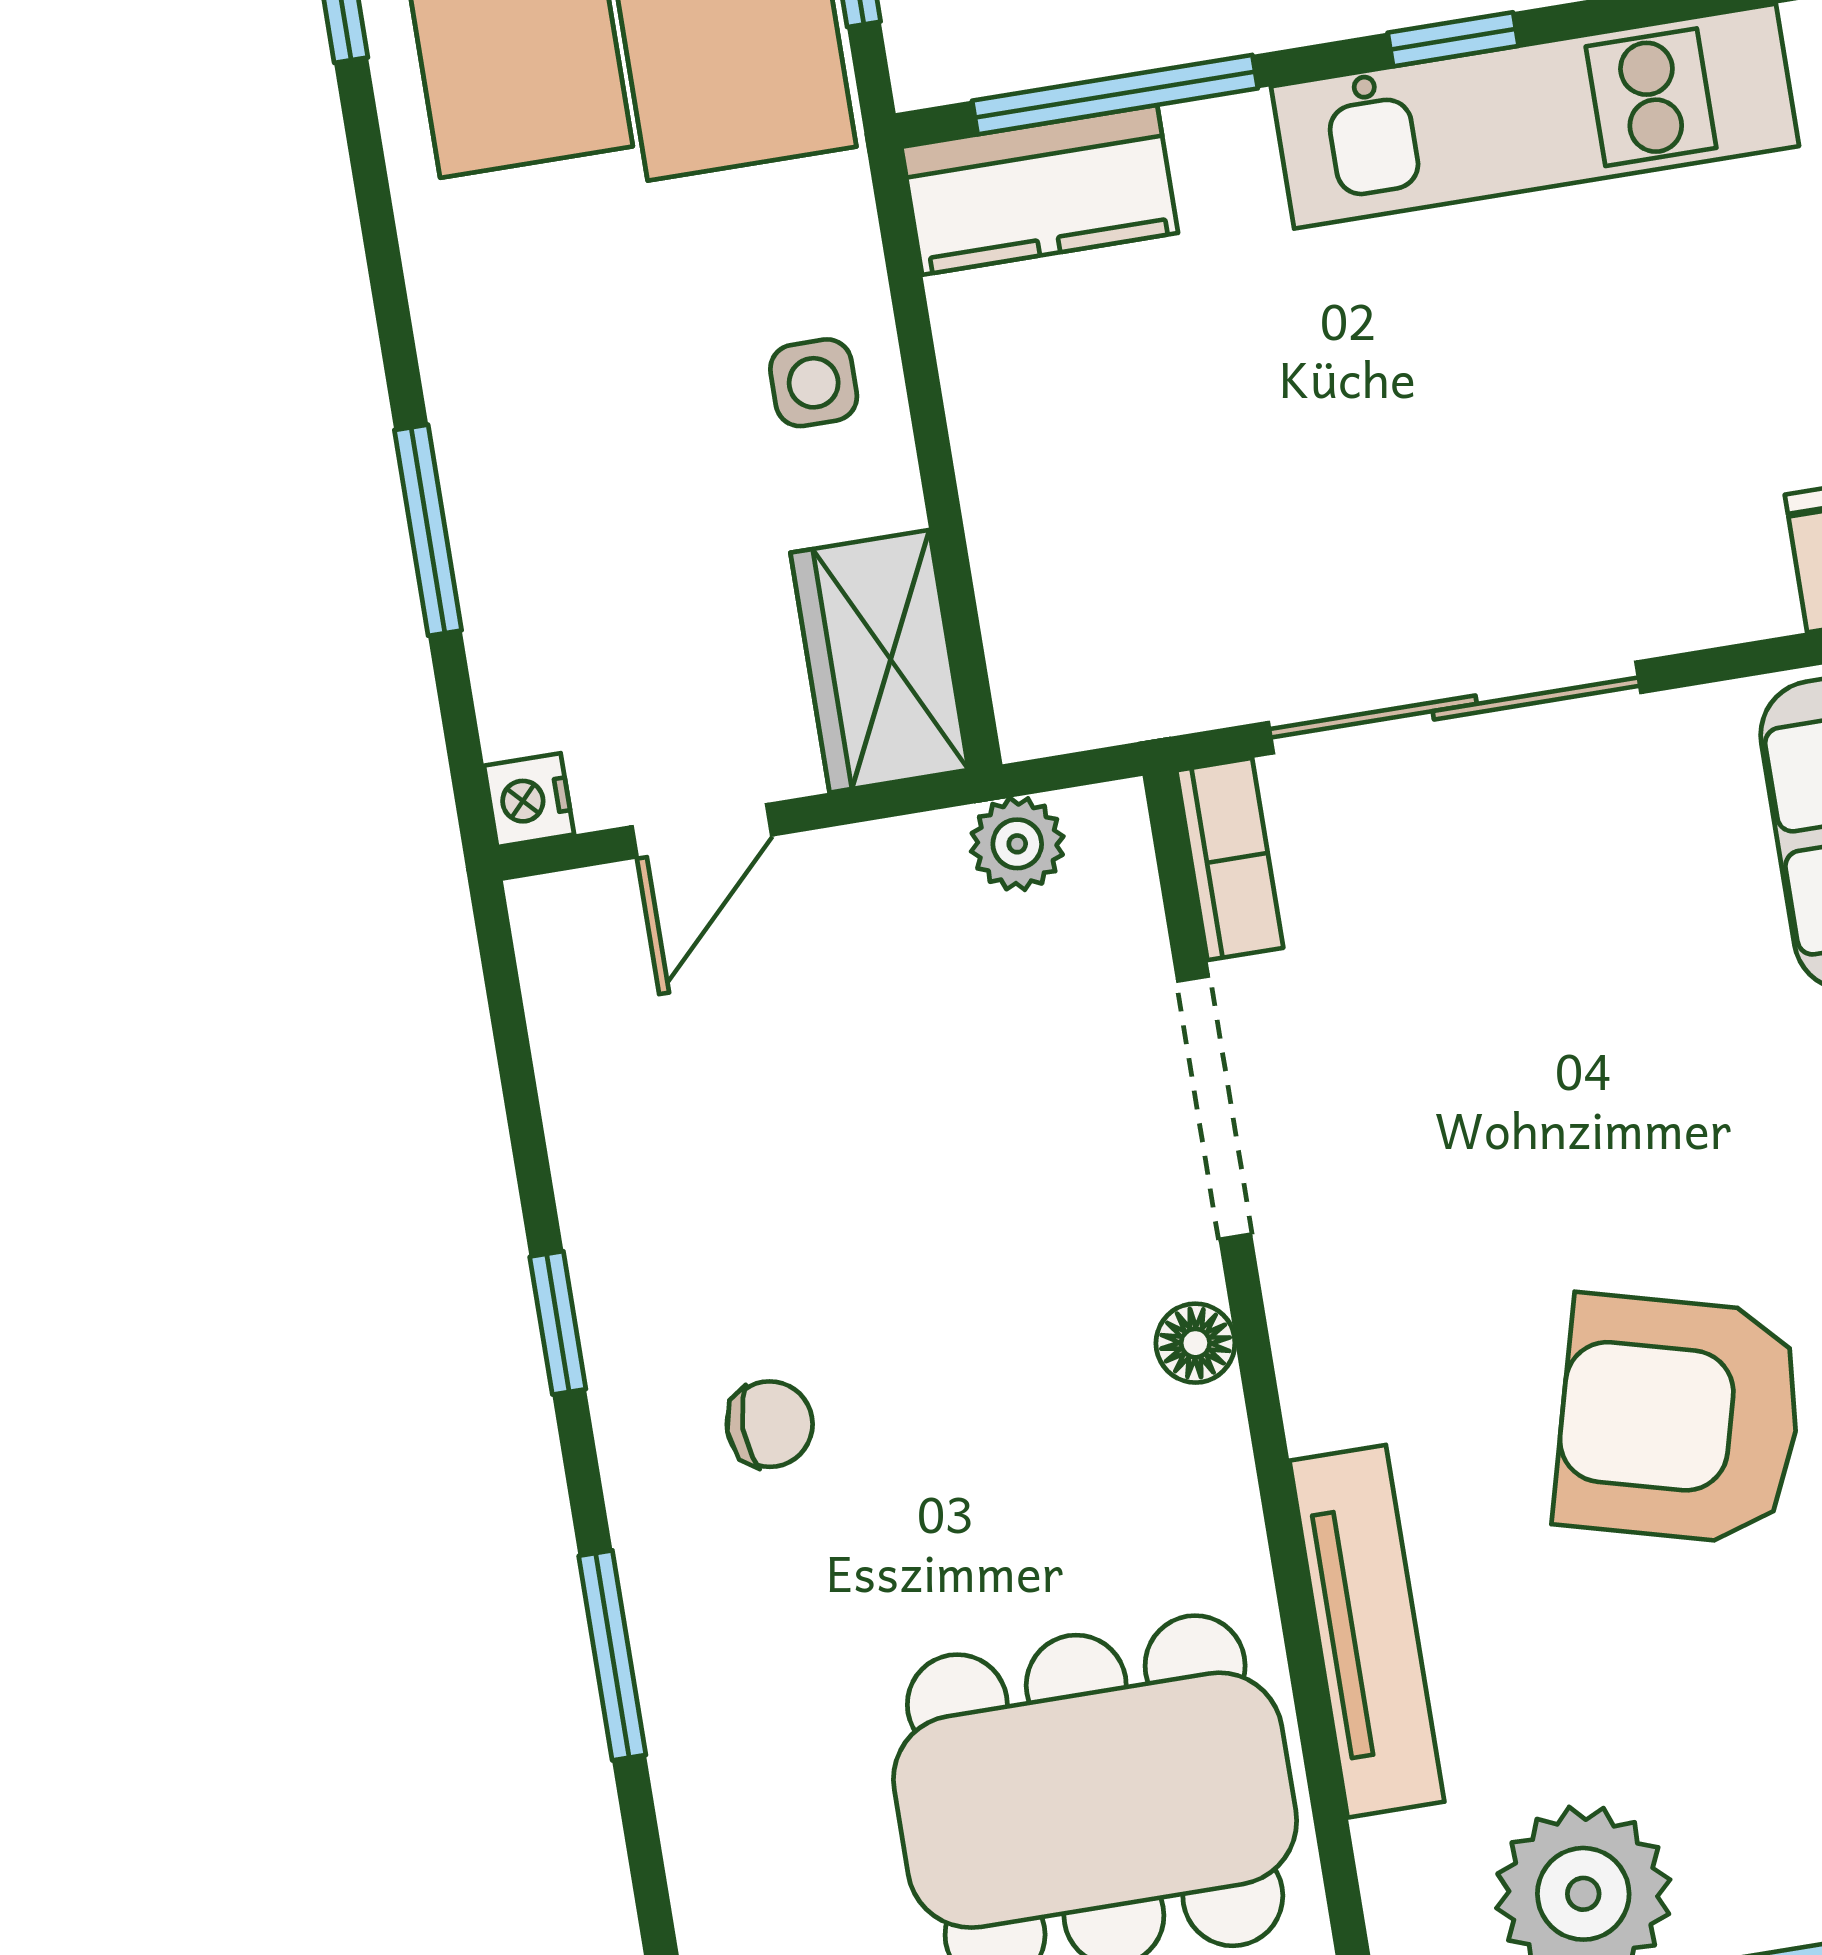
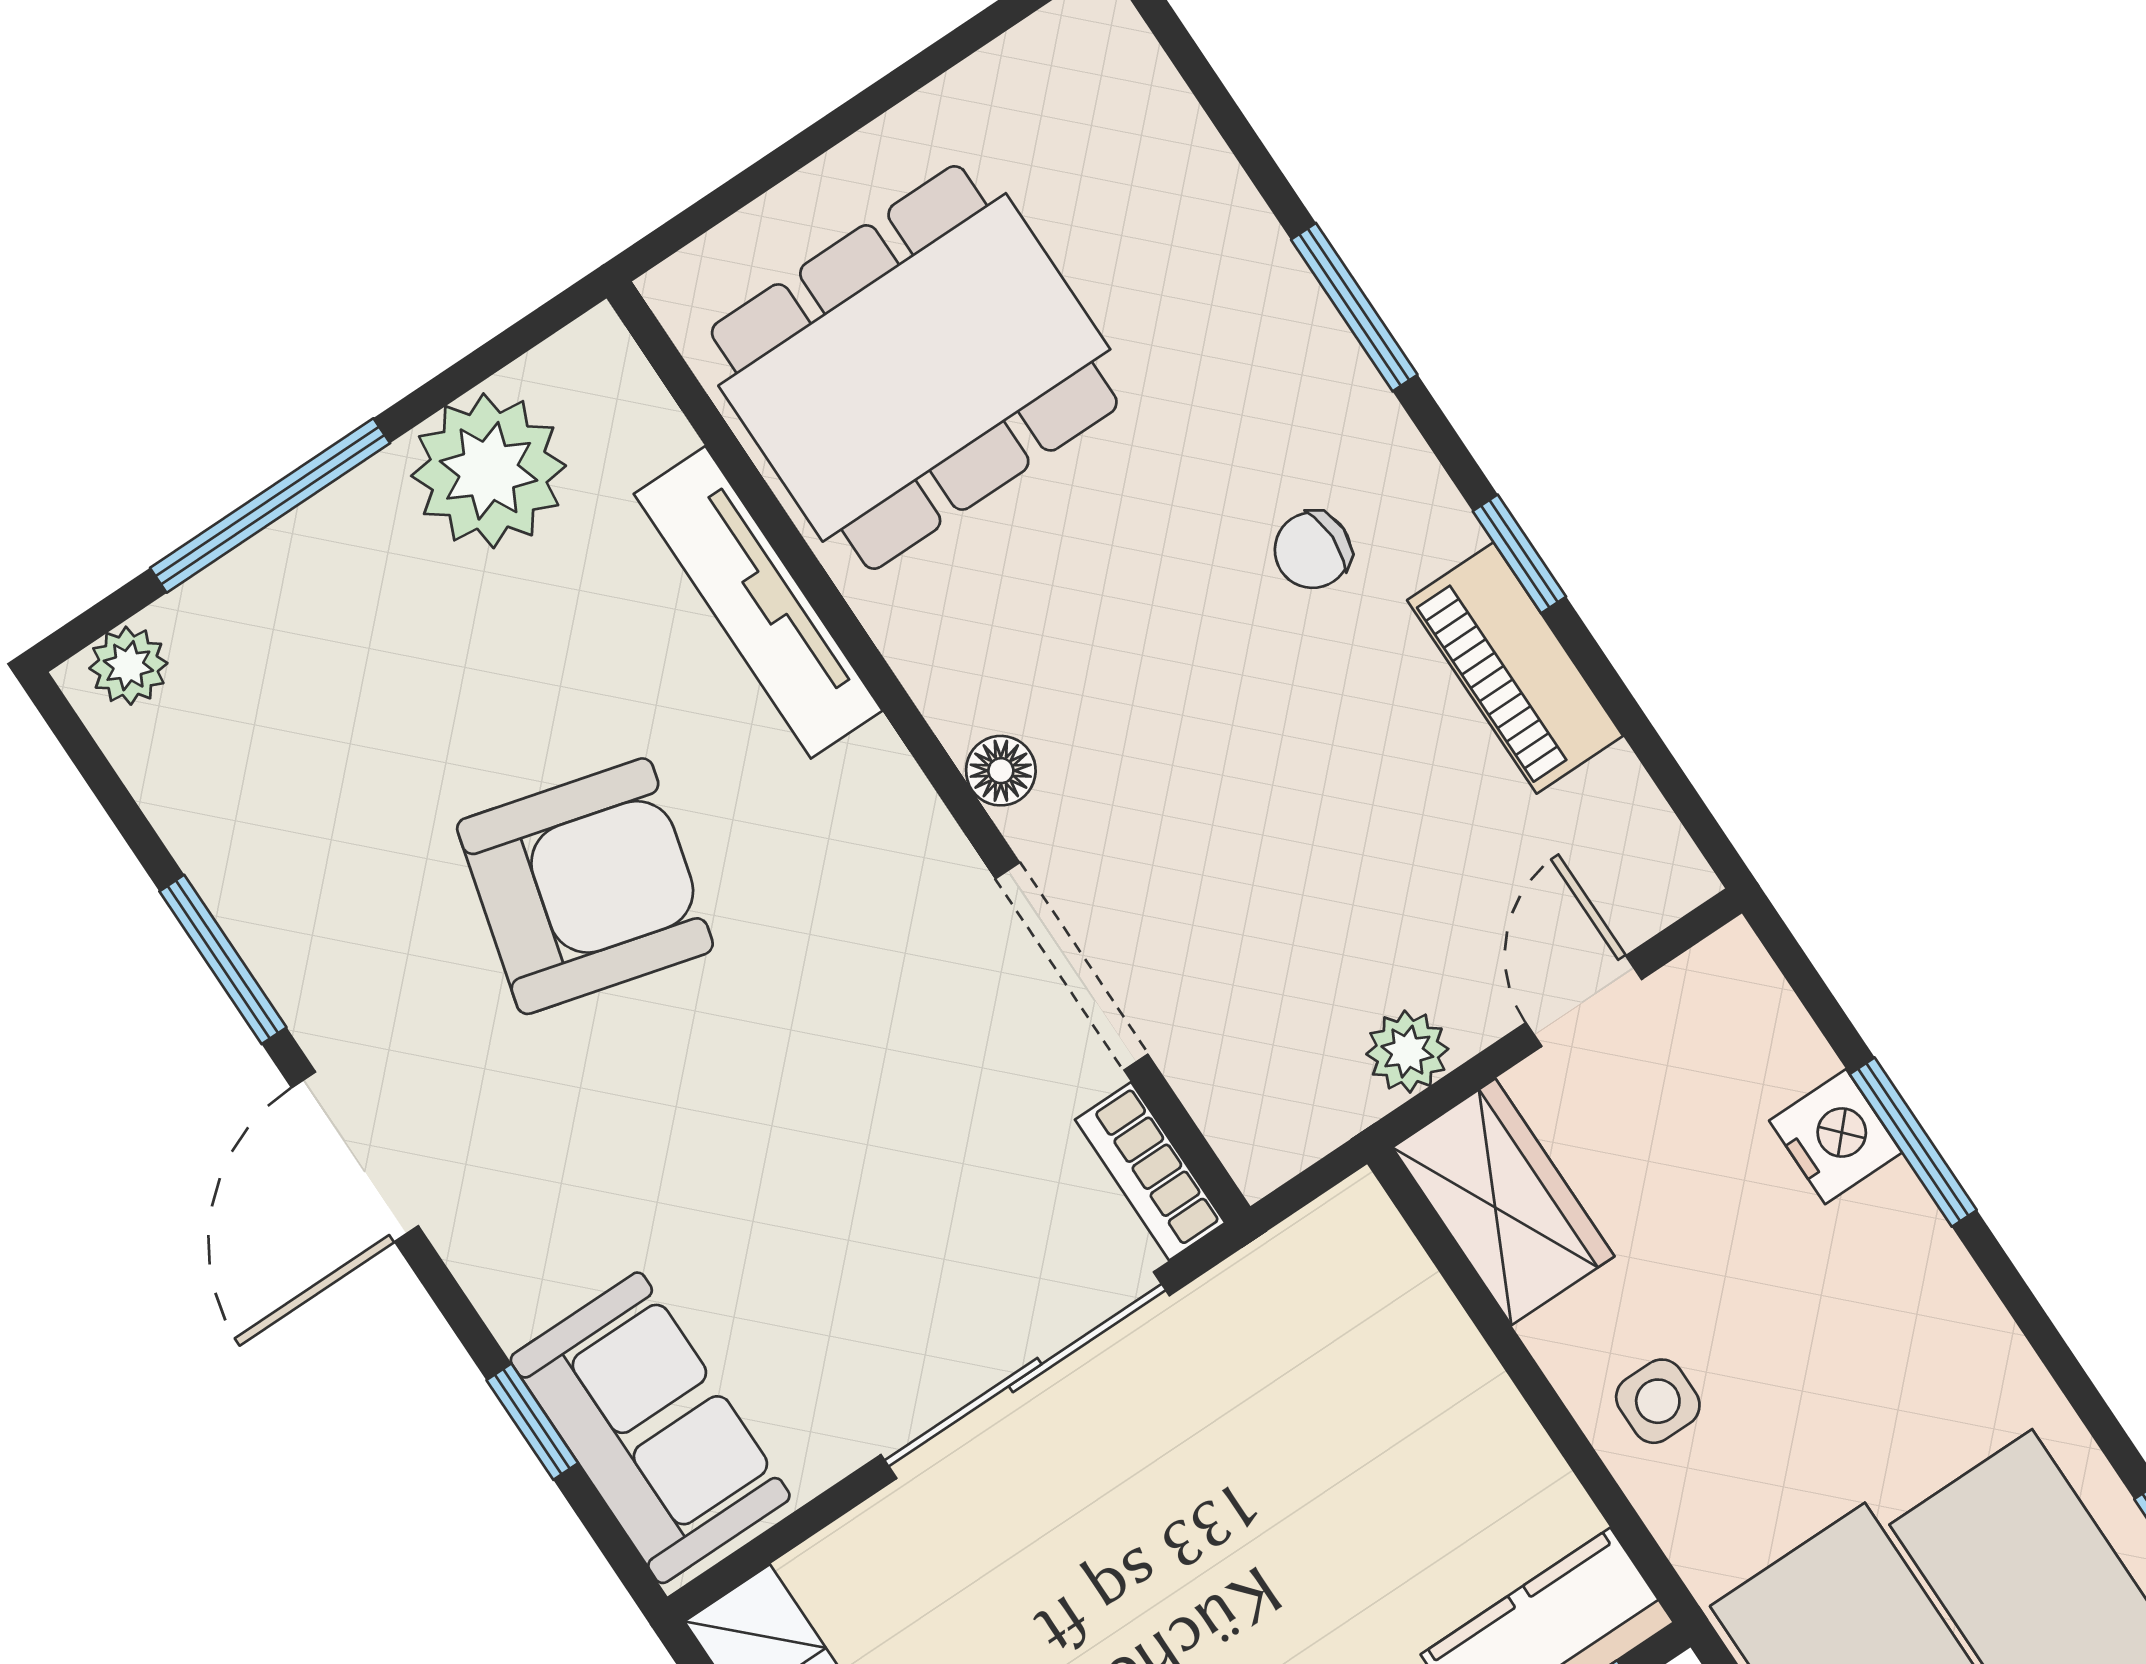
nightstand: (529, 800) -> (1836, 1137), moved, width x1.39, depth x1.35
plant: (1017, 844) -> (1407, 1052), moved
piano: (616, 1207) -> (1515, 668), added

